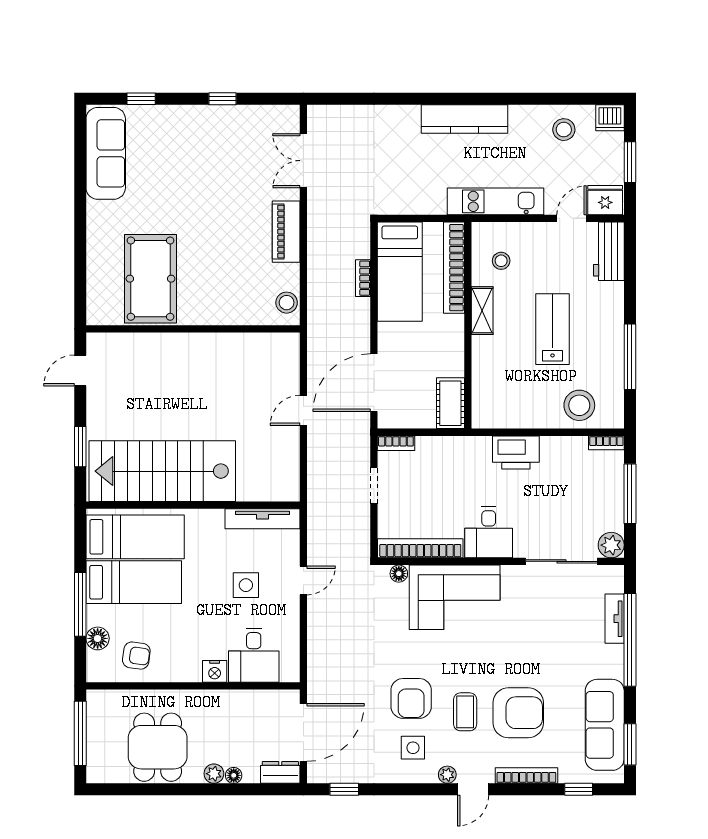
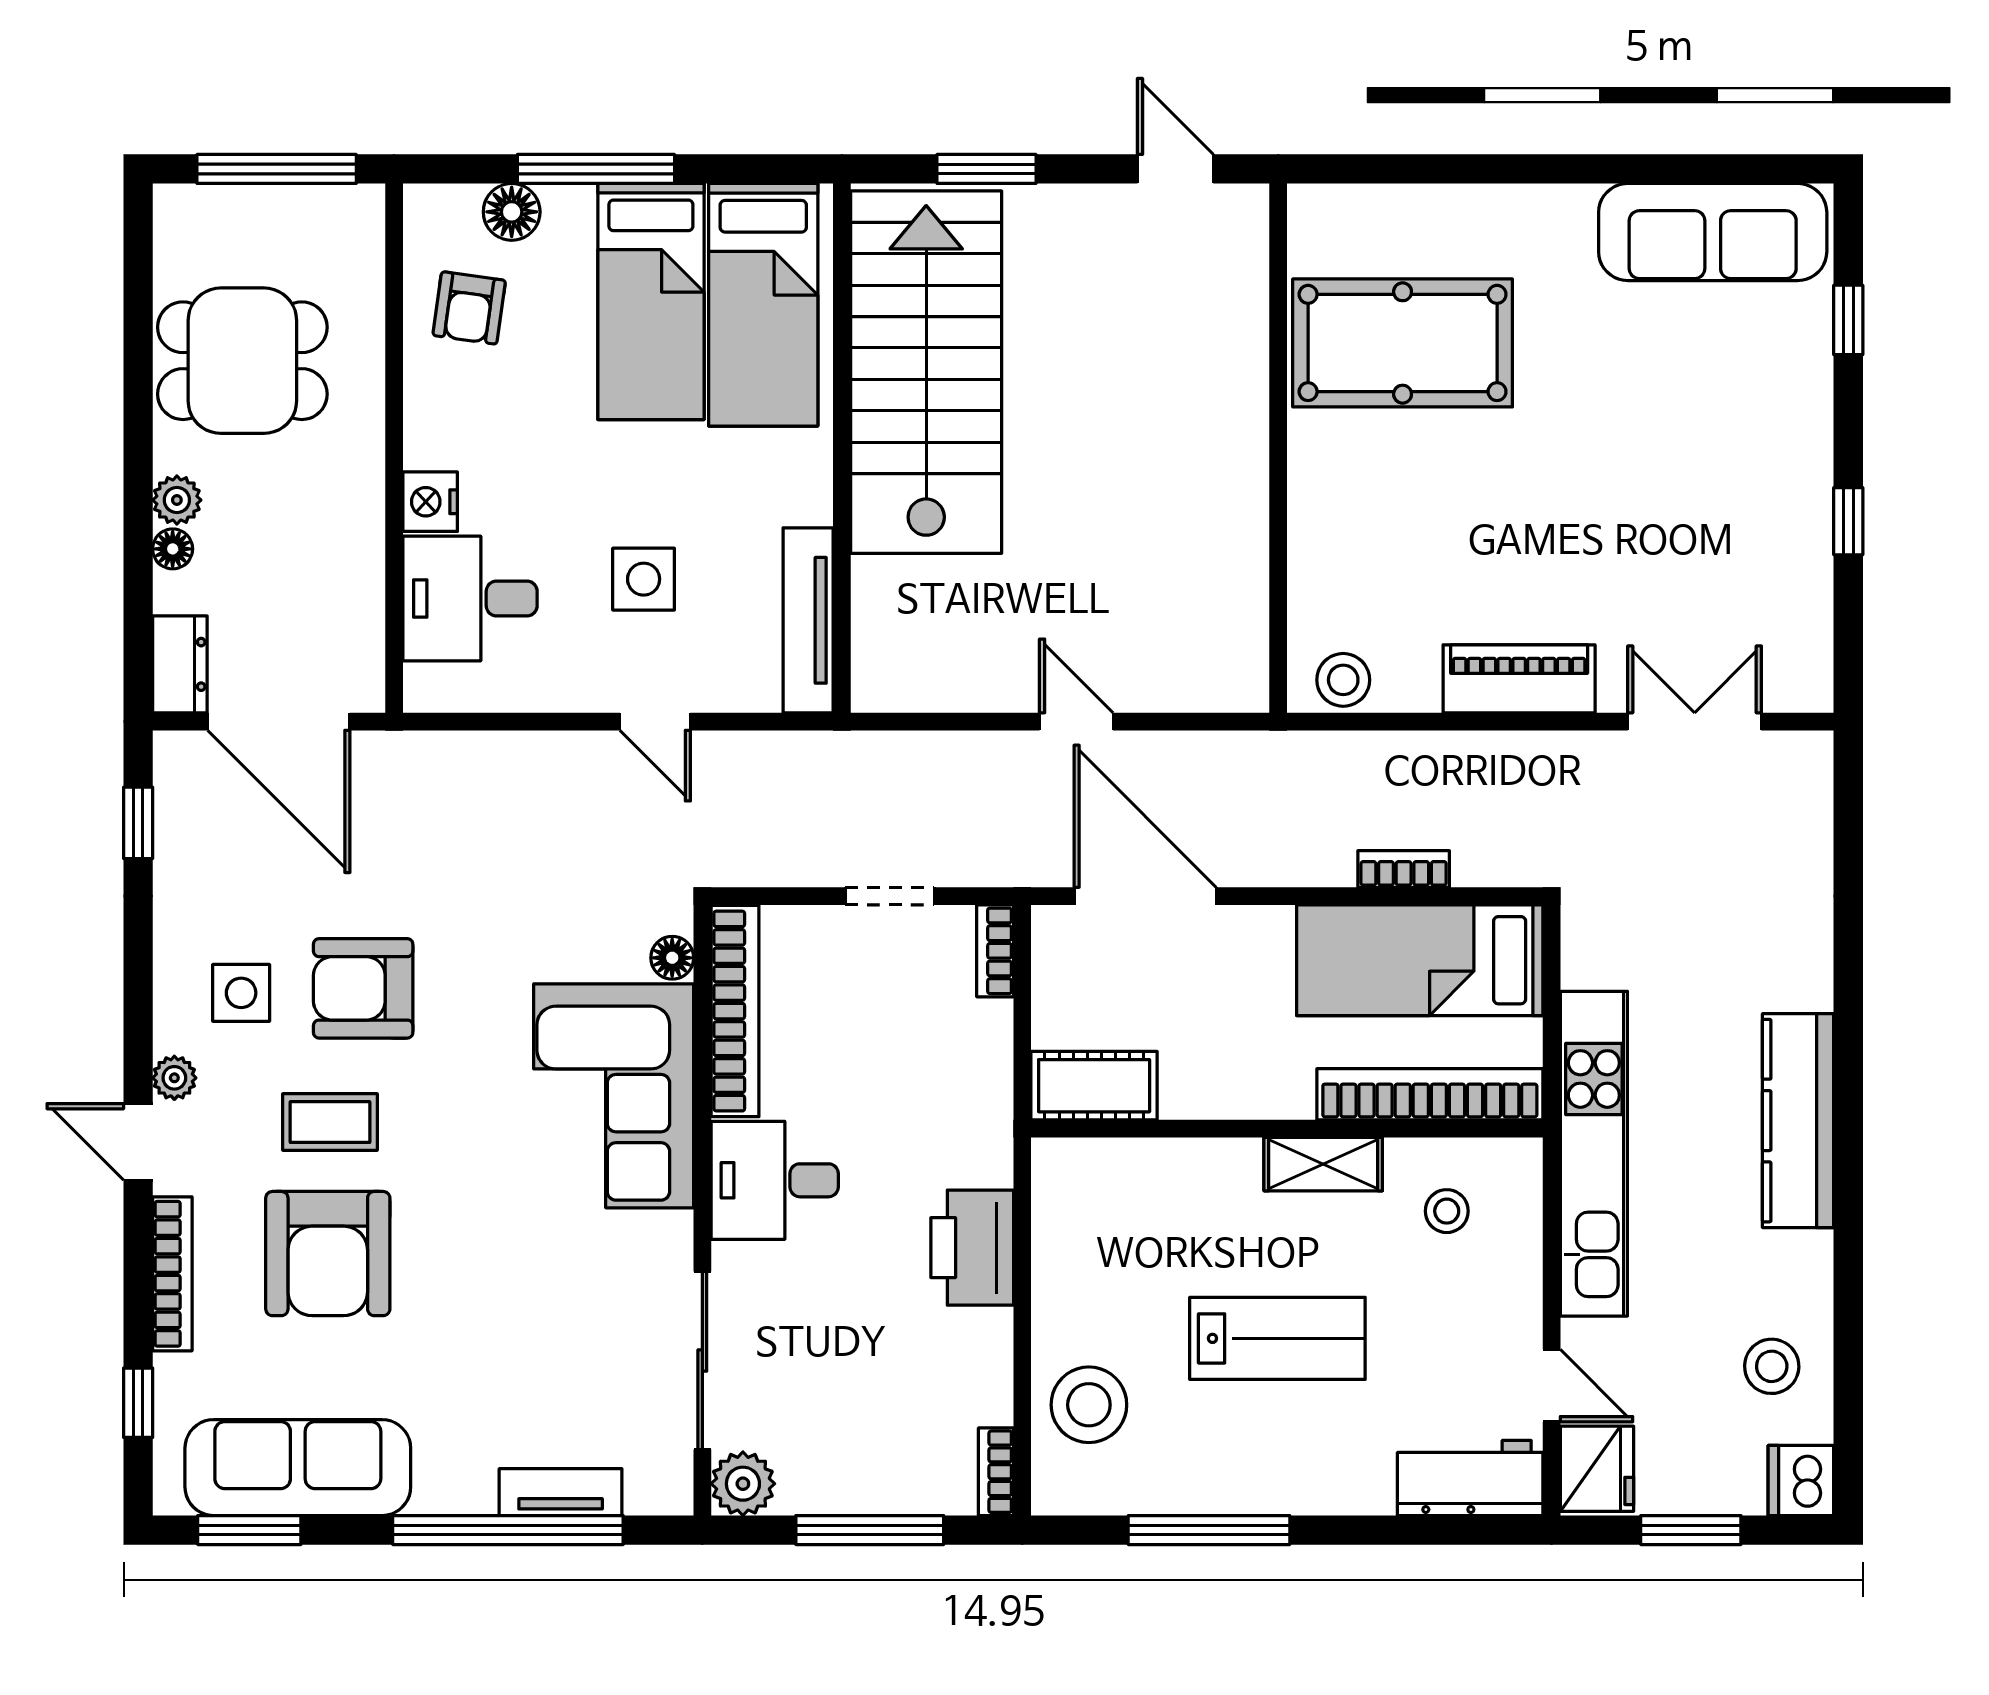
kitchen unit: (495, 201) -> (1594, 1154), width x1.36

